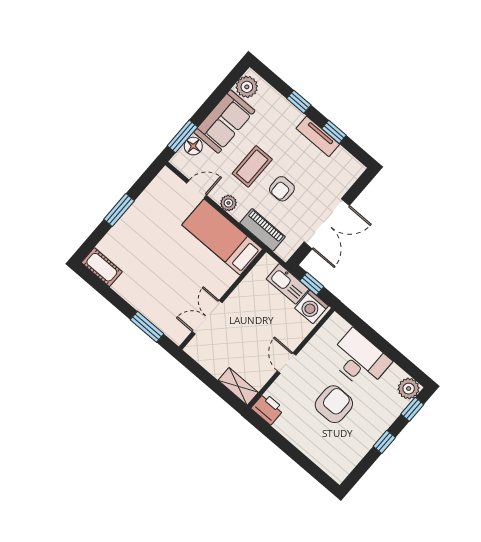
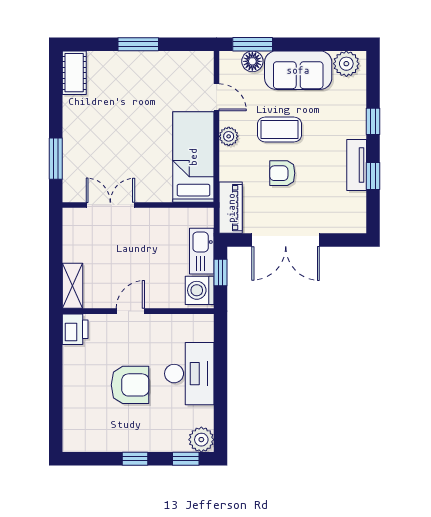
piano: (262, 230) -> (231, 208), moved

